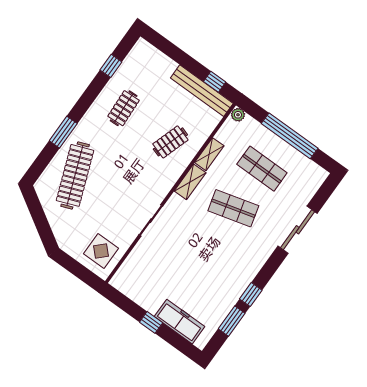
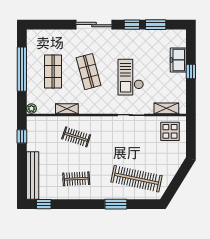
window: (111, 66) -> (44, 204), moved
bench: (202, 91) -> (33, 175), moved
clothes rail: (75, 175) -> (136, 179), turned 33
shelving: (190, 182) -> (166, 108), moved
sliding door: (298, 230) -> (94, 25), moved
checkout: (193, 251) -> (131, 77), added
freezer: (180, 322) -> (178, 60), width x0.71

